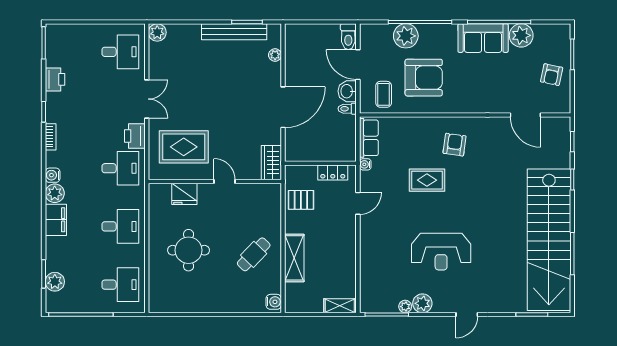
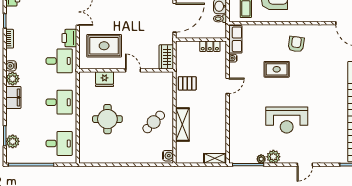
wall: (320, 163) -> (201, 40), moved
locker: (333, 172) -> (210, 46), moved

